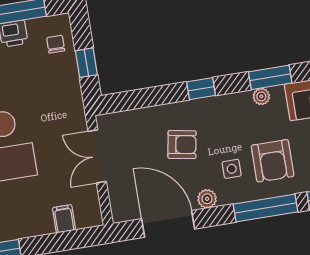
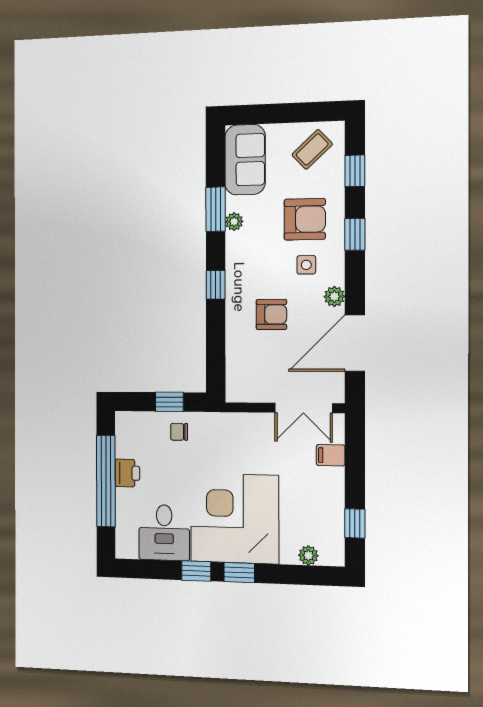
chair: (56, 44) -> (179, 432), moved
armchair: (182, 145) -> (271, 314), turned 80
double door: (97, 156) -> (303, 408), moved
window: (265, 208) -> (355, 234), width x0.46

